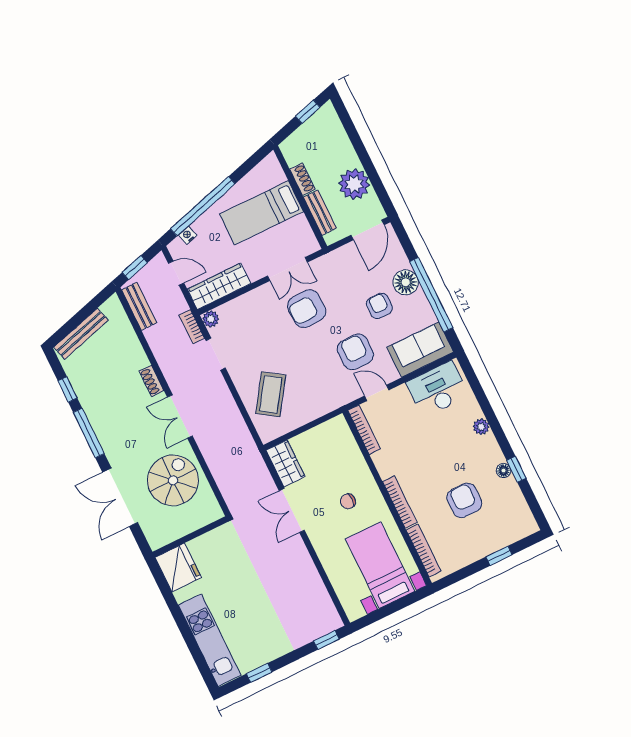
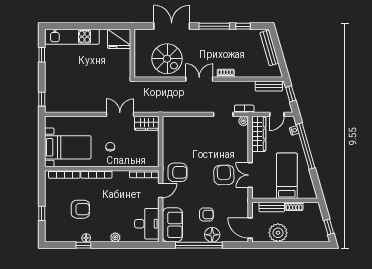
armchair: (355, 352) -> (177, 172), moved
coffee table: (271, 394) -> (188, 133), removed

